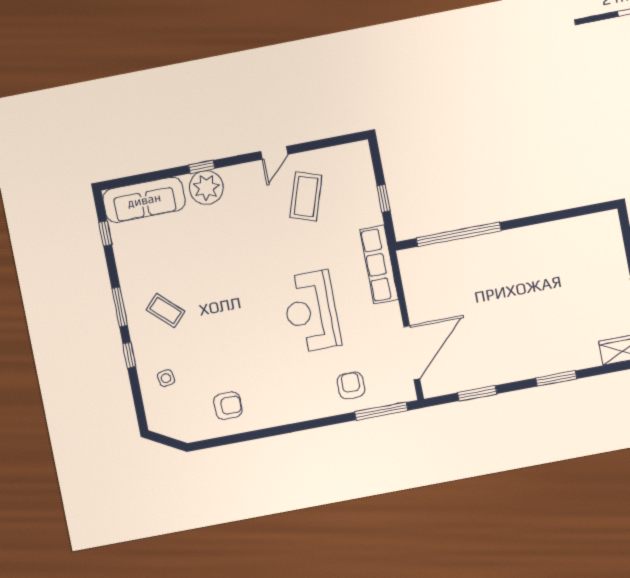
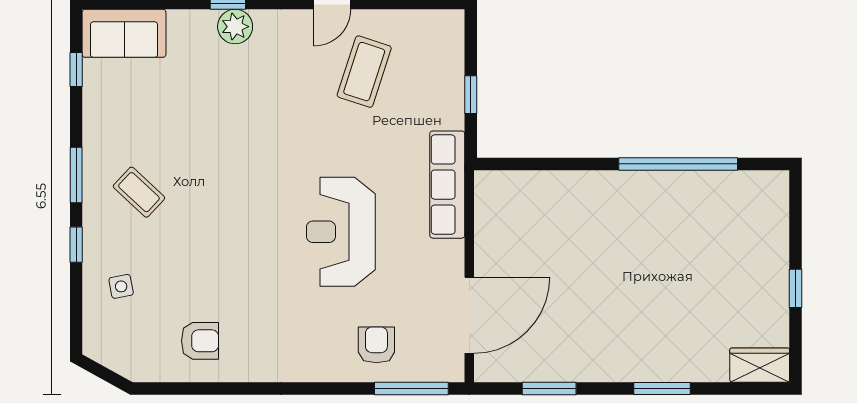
plant: (206, 188) -> (235, 27), width x0.73, depth x0.73
sofa: (144, 200) -> (124, 33), width x0.73
window: (459, 234) -> (678, 164), moved

